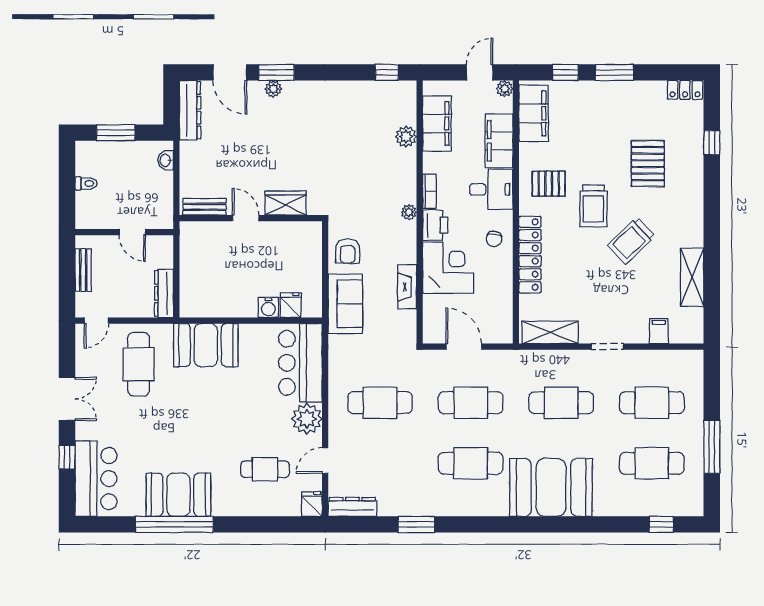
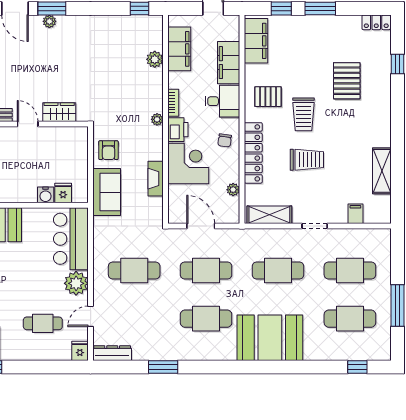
plant: (505, 89) -> (233, 190), moved
trolley: (631, 241) -> (307, 160), moved, turned -137

